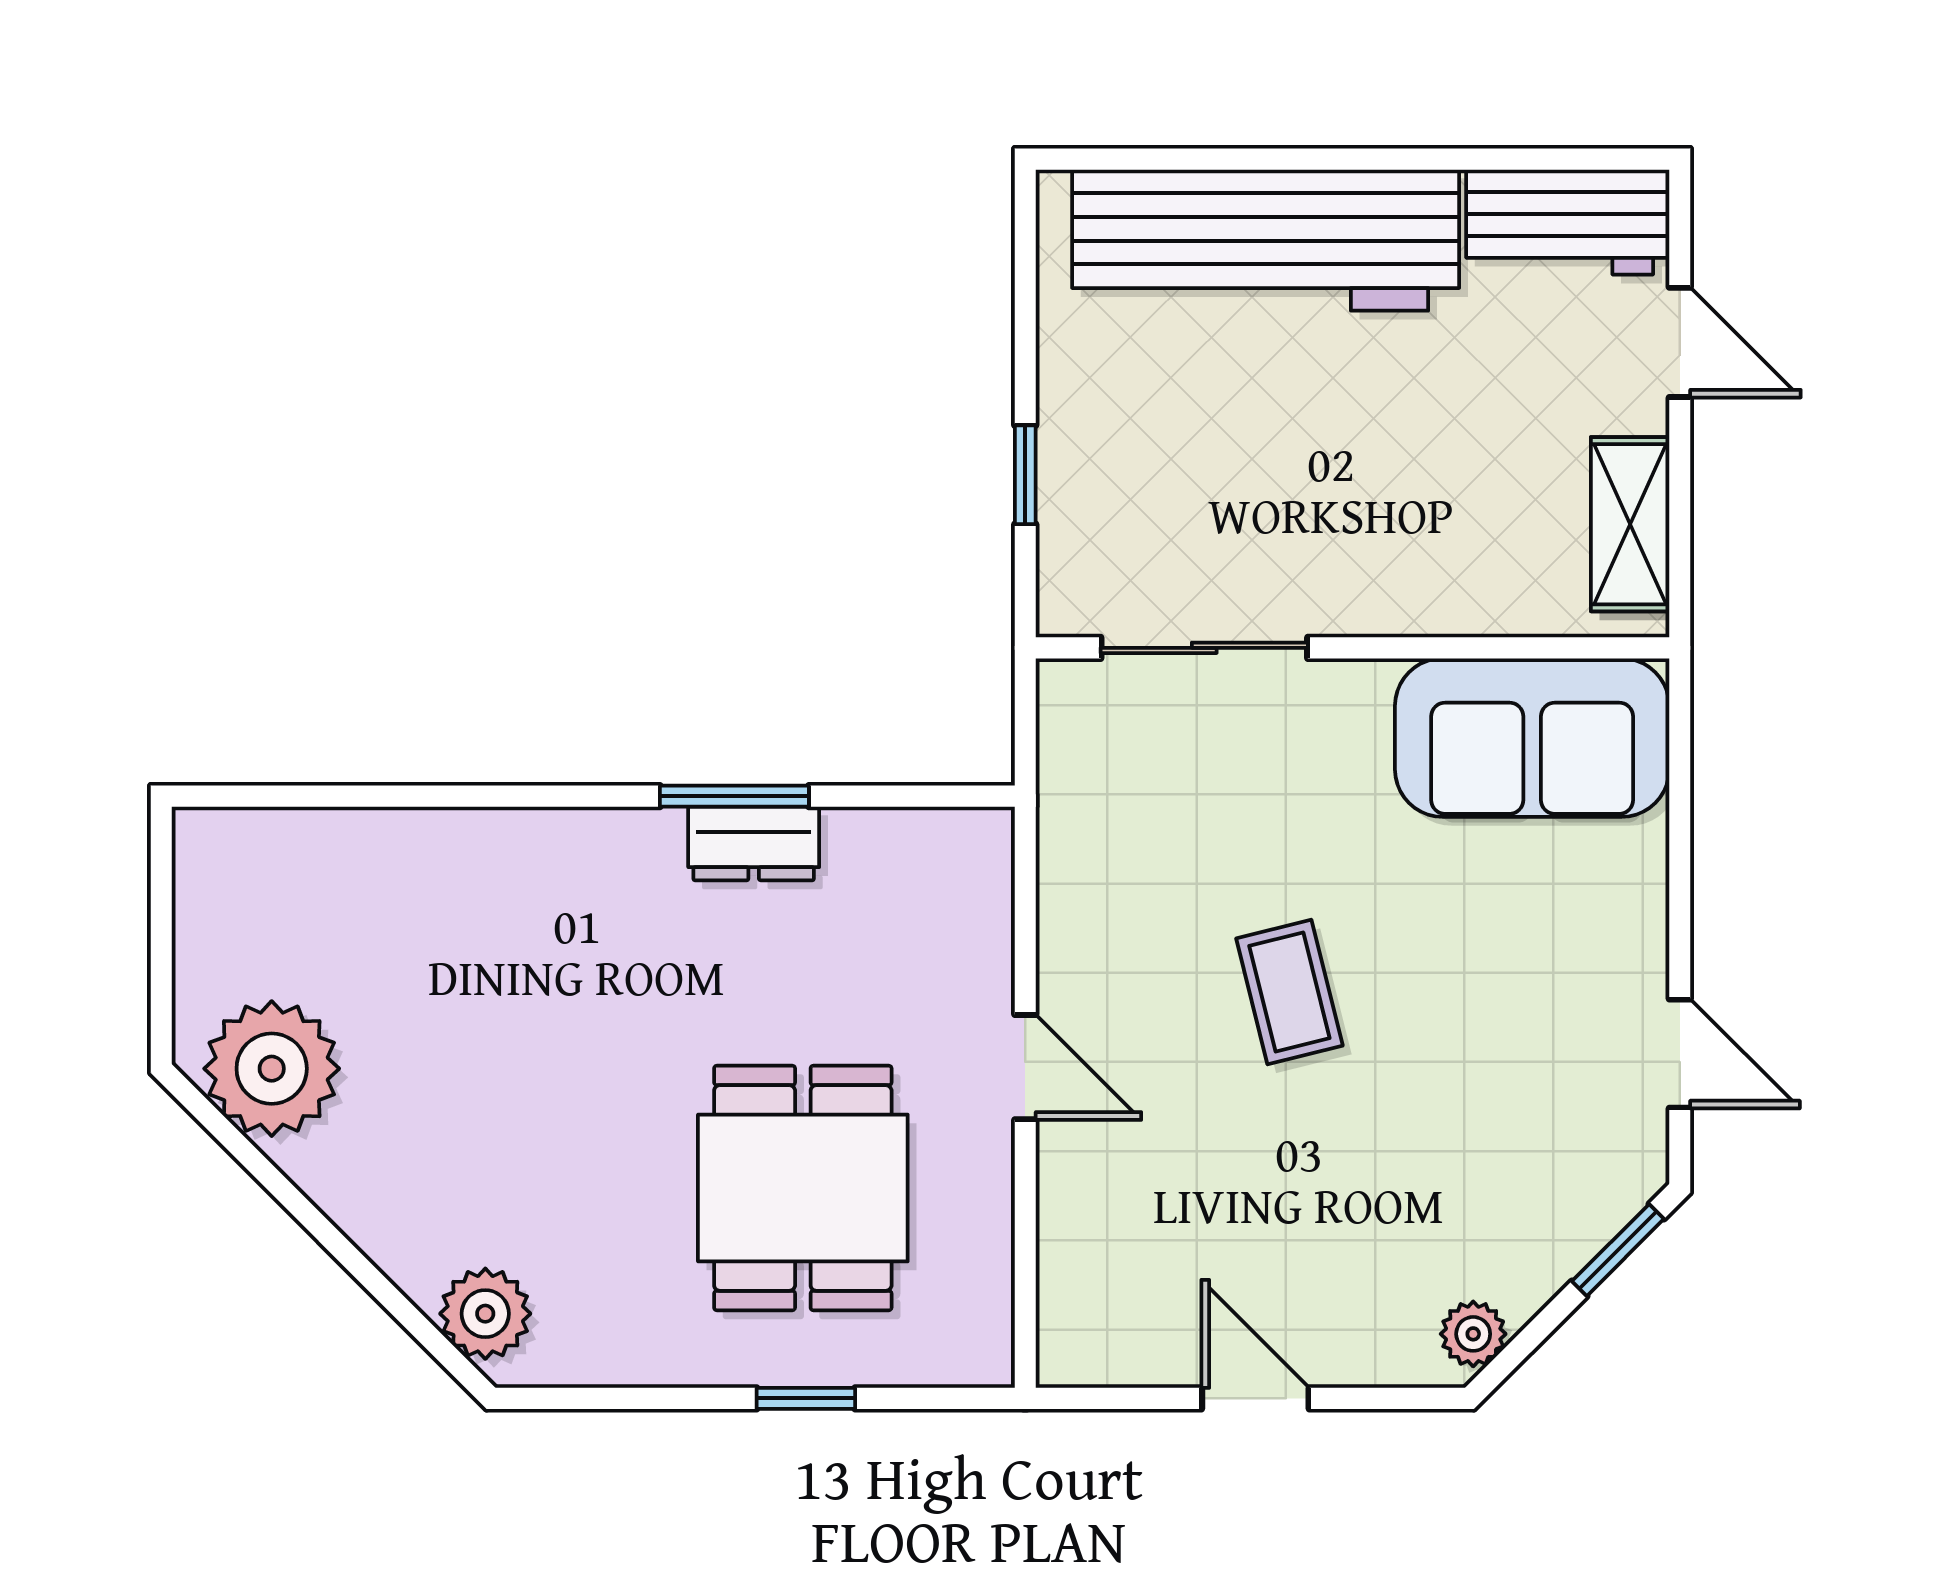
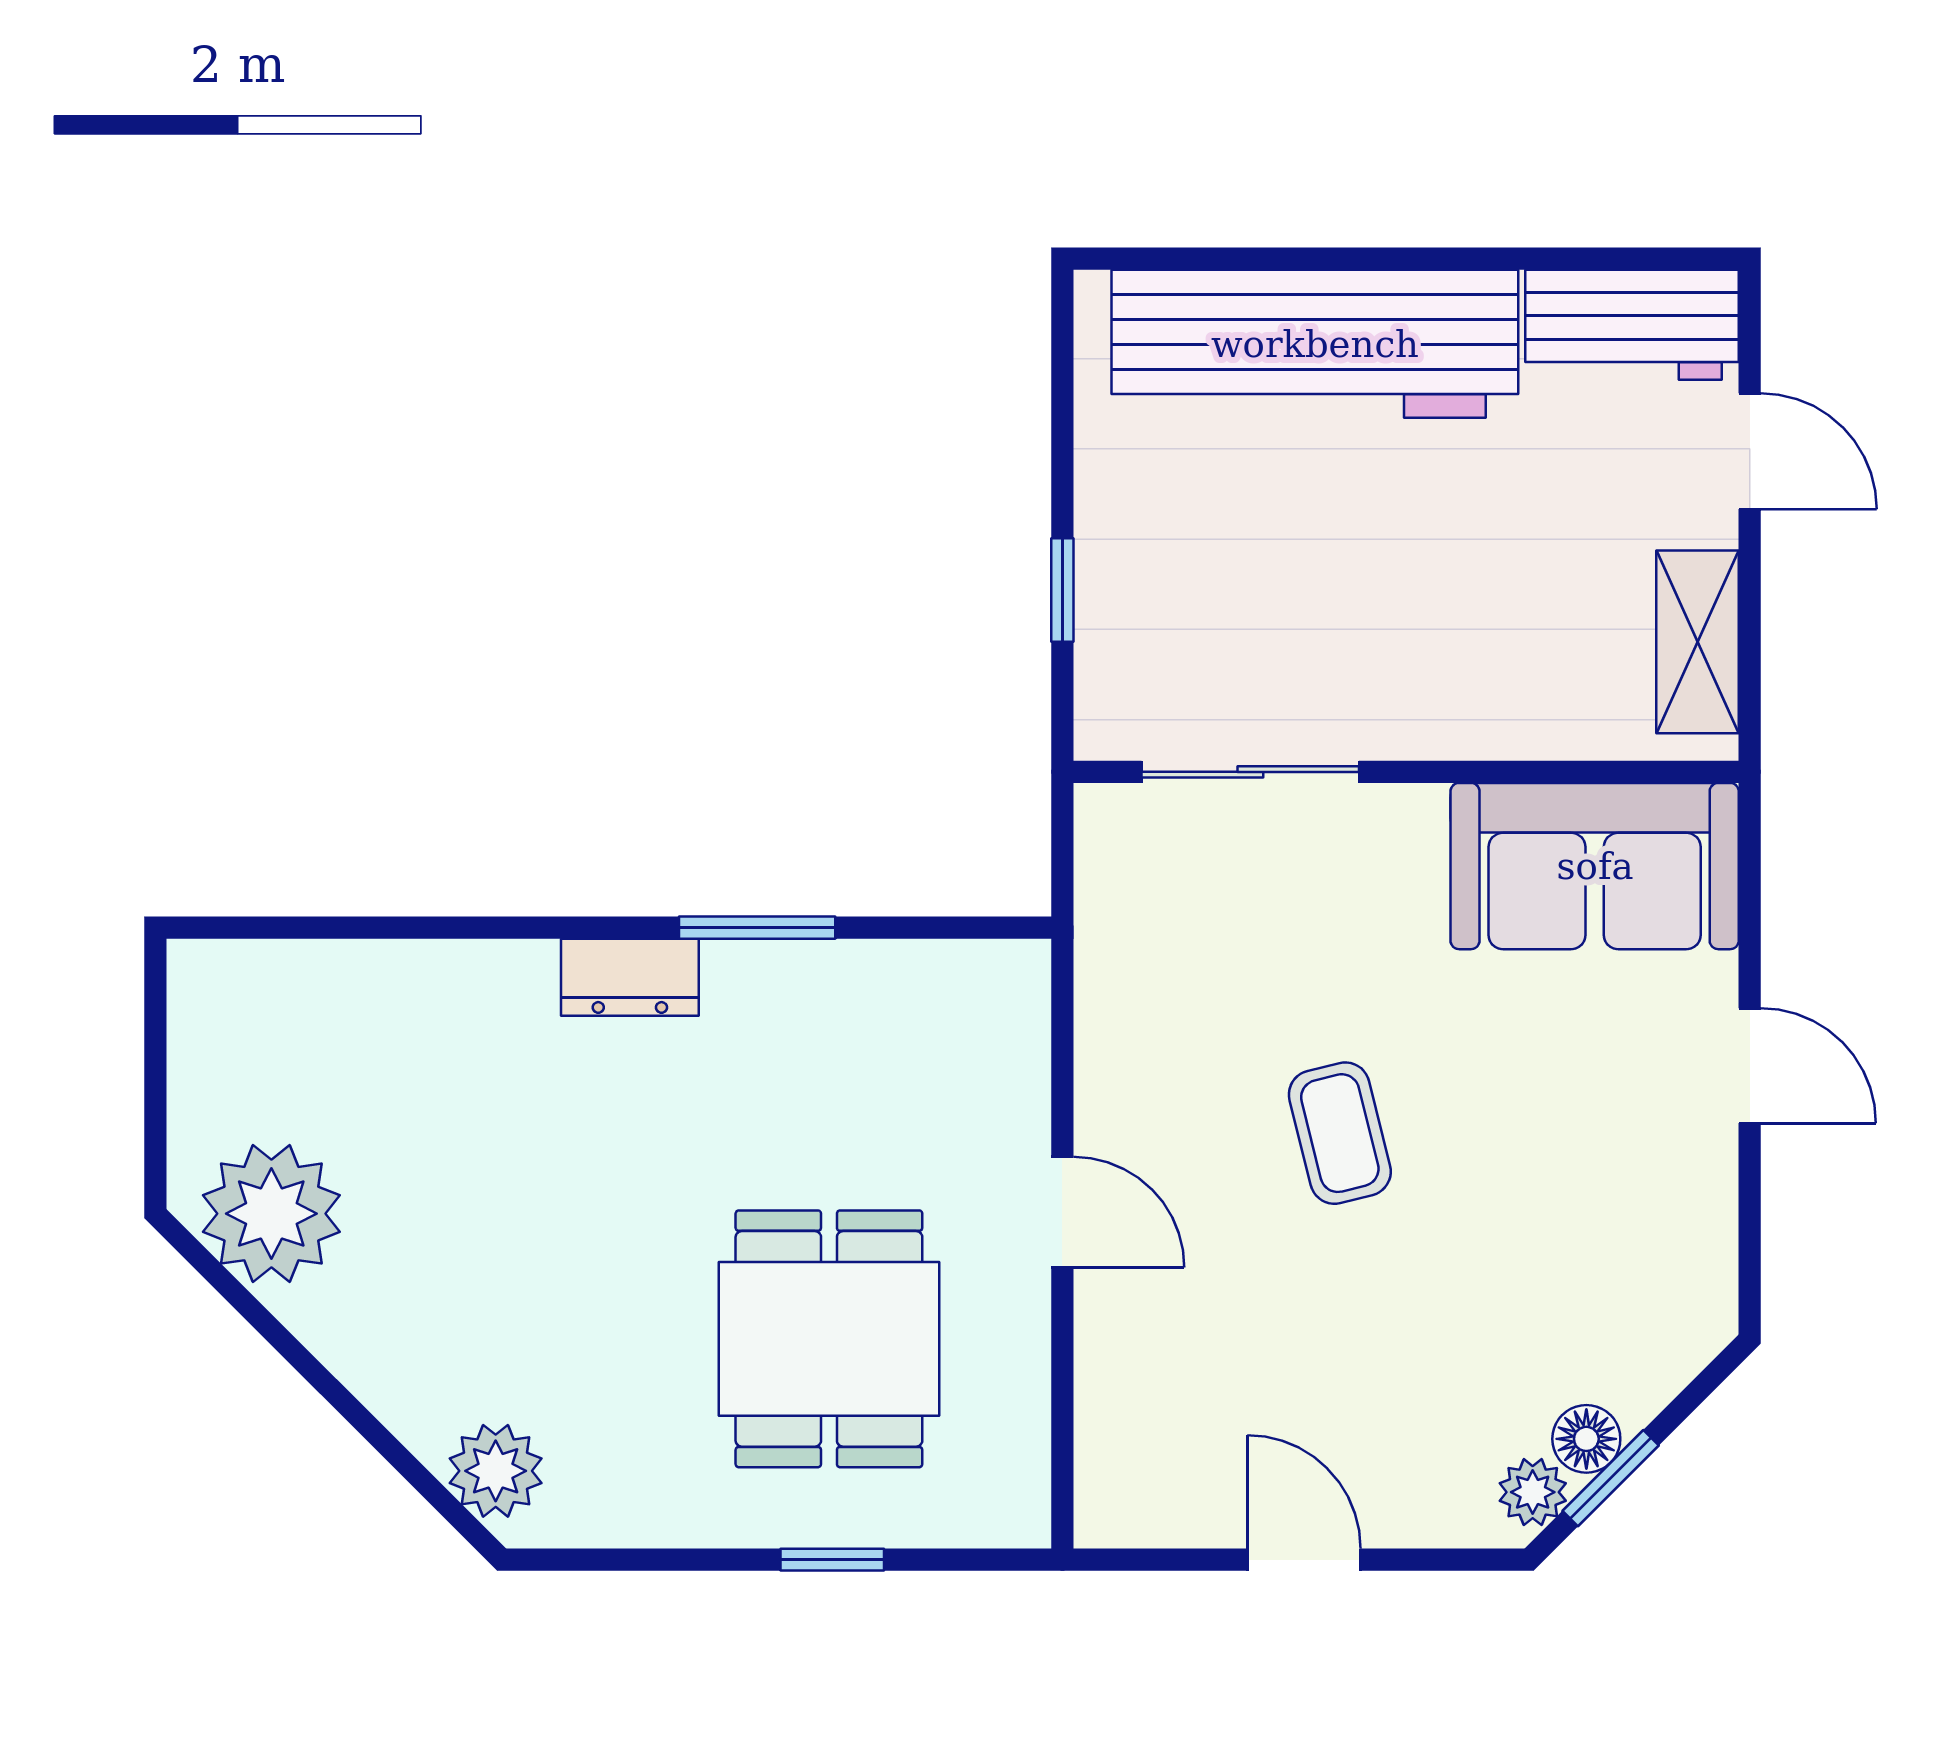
dresser: (754, 844) -> (630, 977), moved
door: (1680, 1054) -> (1750, 1066), moved
window: (1618, 1250) -> (1611, 1478), moved
floor lamp: (1524, 1283) -> (1586, 1439), added

